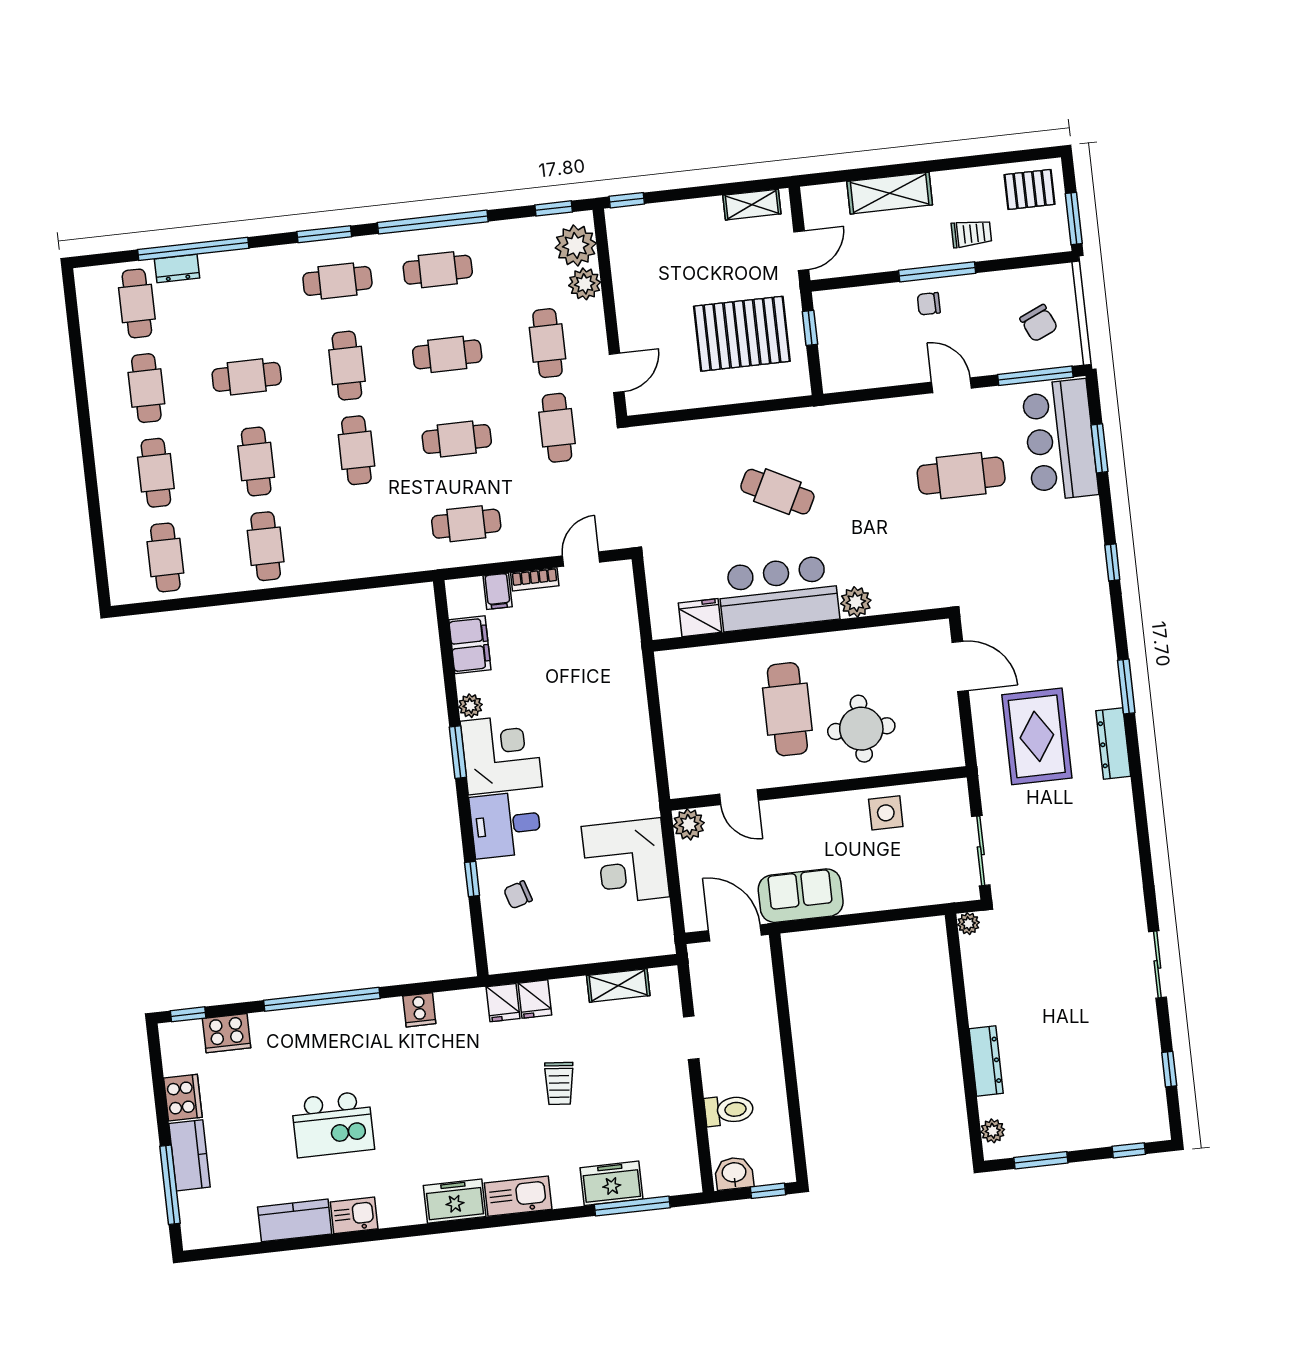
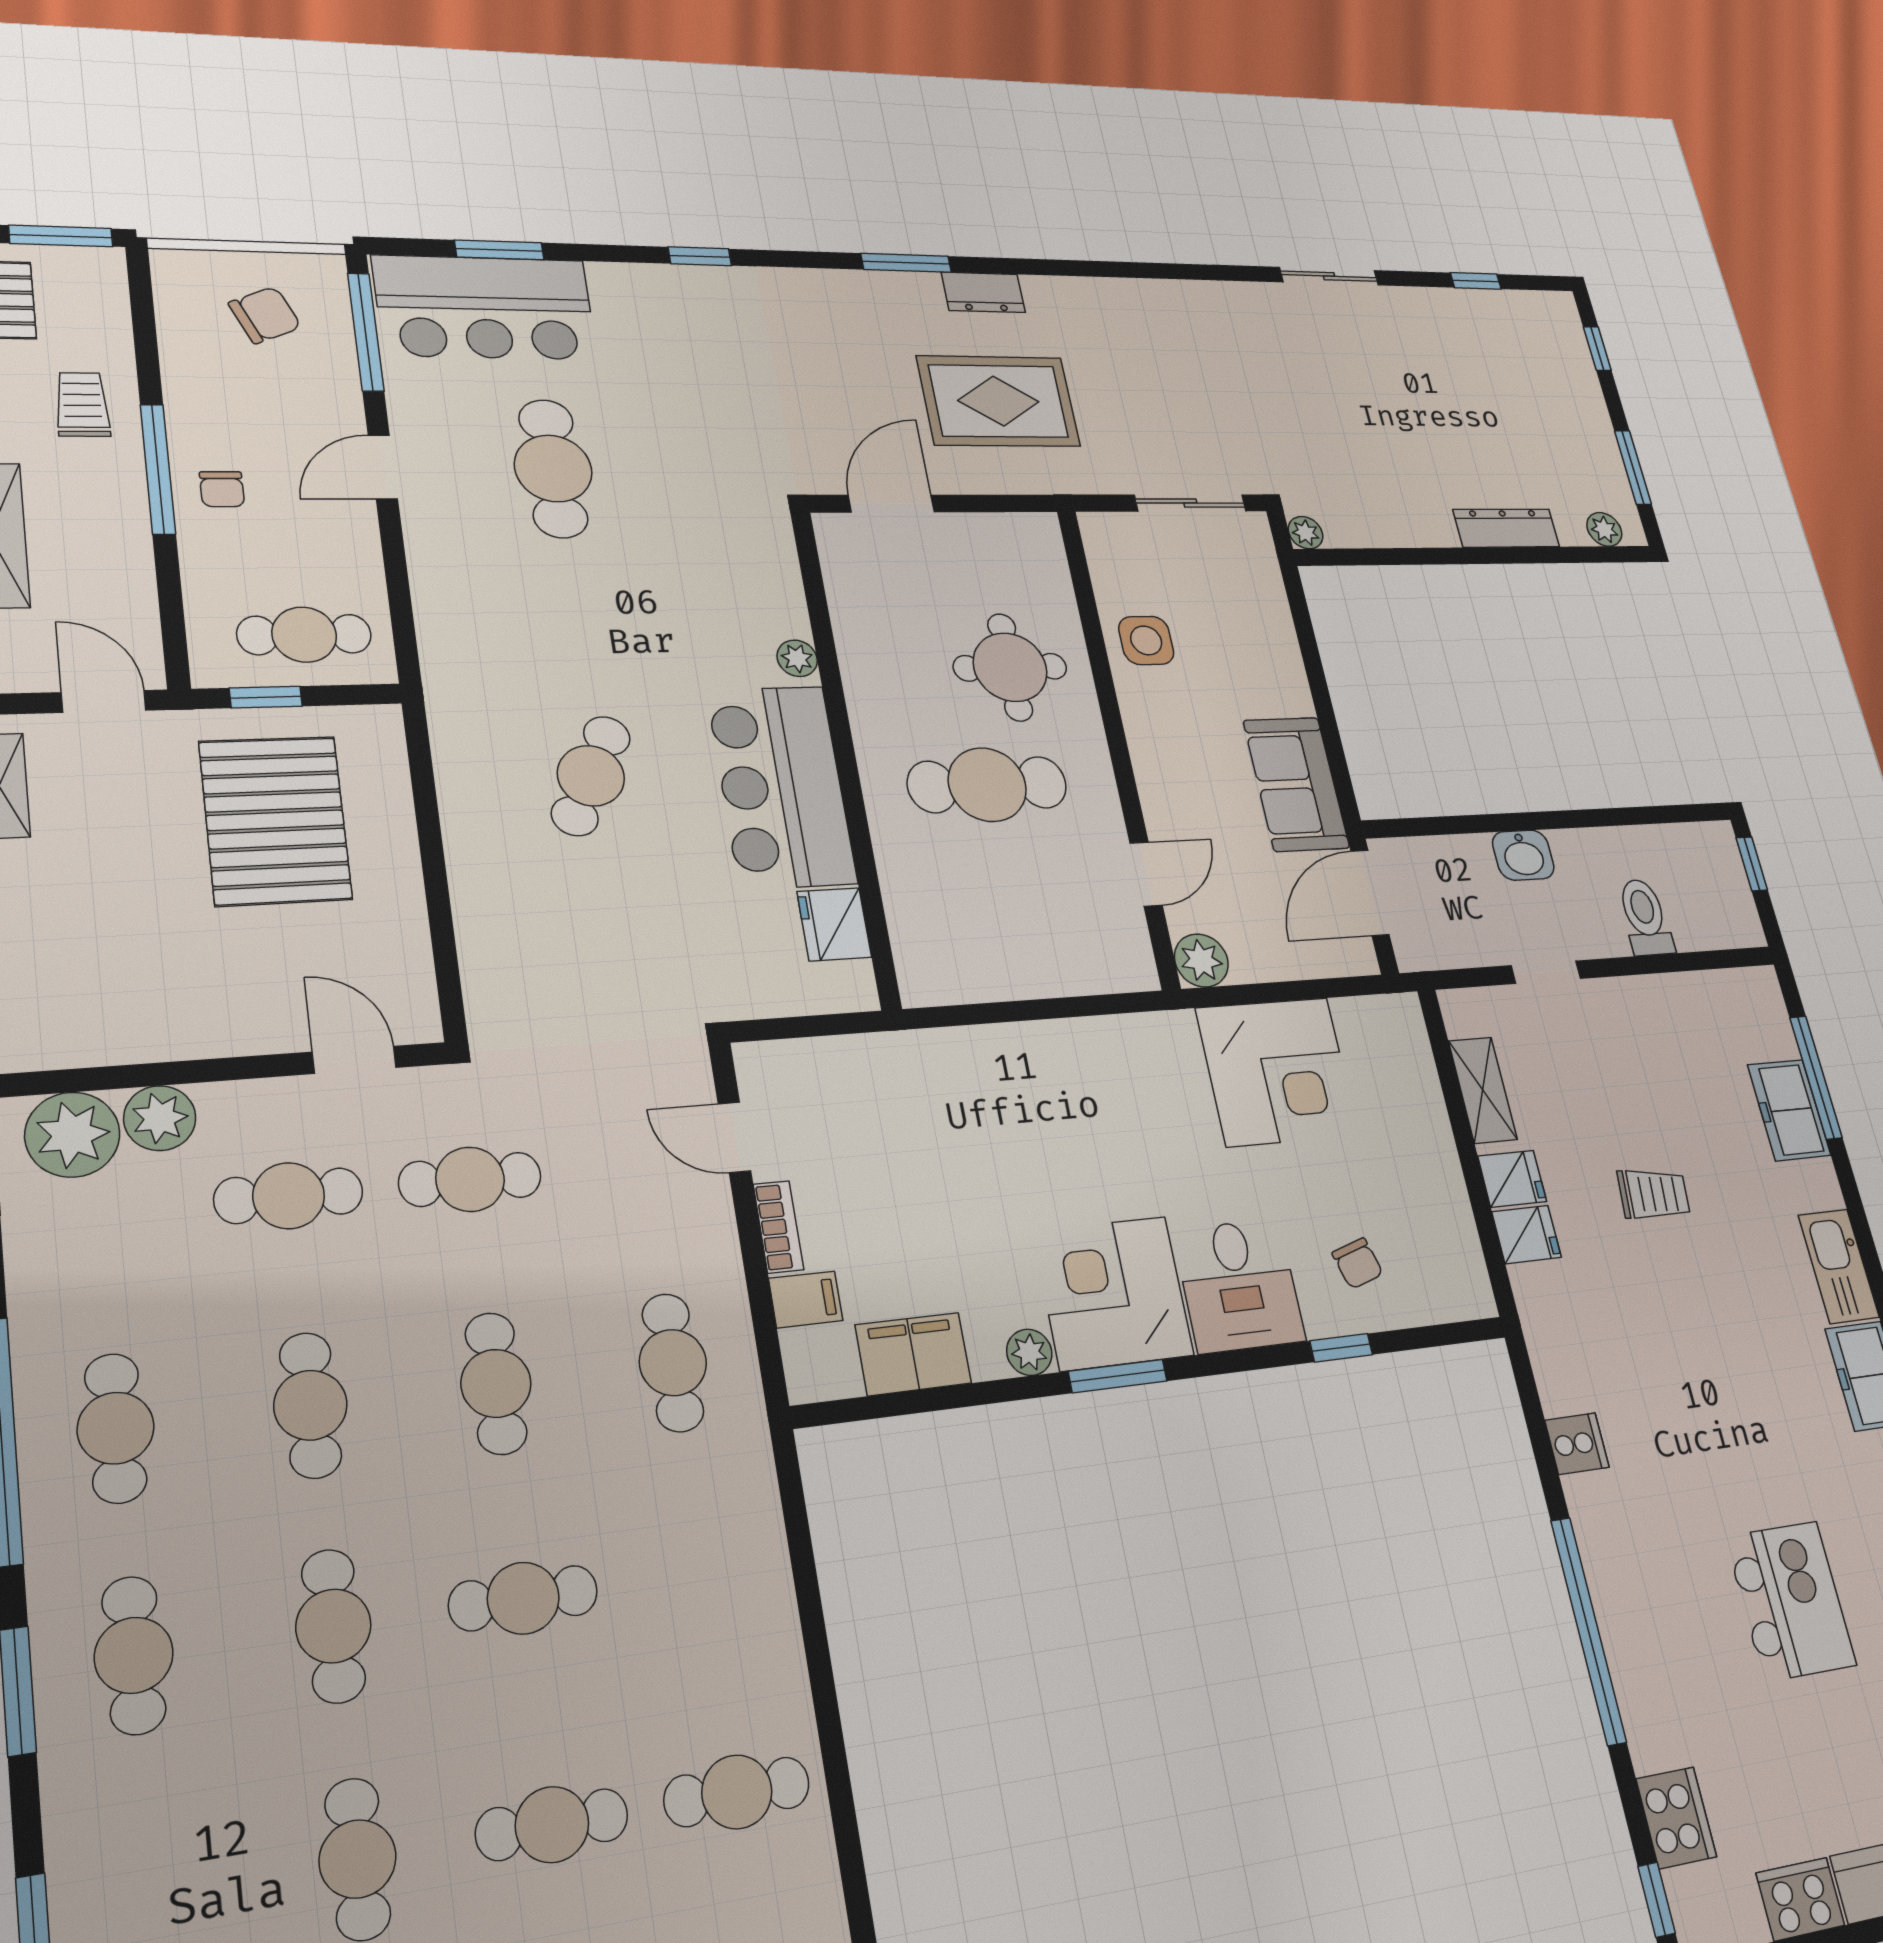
cafe table: (847, 346) -> (304, 635), added
cafe table: (347, 366) -> (333, 1626), turned 90
plant: (856, 602) -> (797, 658), width x0.73, depth x0.73
dresser: (1113, 744) -> (983, 292), width x0.70
fridge: (503, 1003) -> (1512, 1179), moved
washbasin: (734, 1173) -> (1523, 855), moved, turned -90

